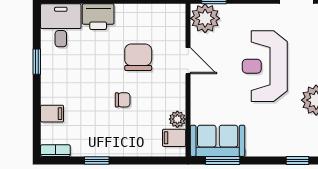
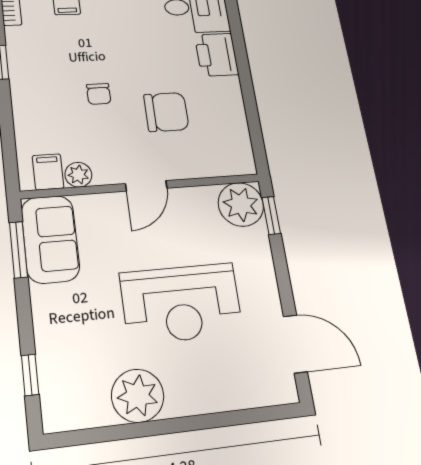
door: (188, 61) -> (146, 186), moved
reception desk: (265, 66) -> (181, 303), turned 180

